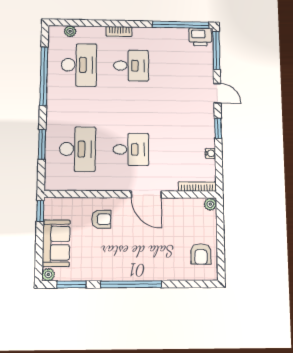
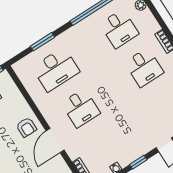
desk: (79, 65) -> (119, 29), width x0.73
armchair: (101, 219) -> (26, 127), moved

